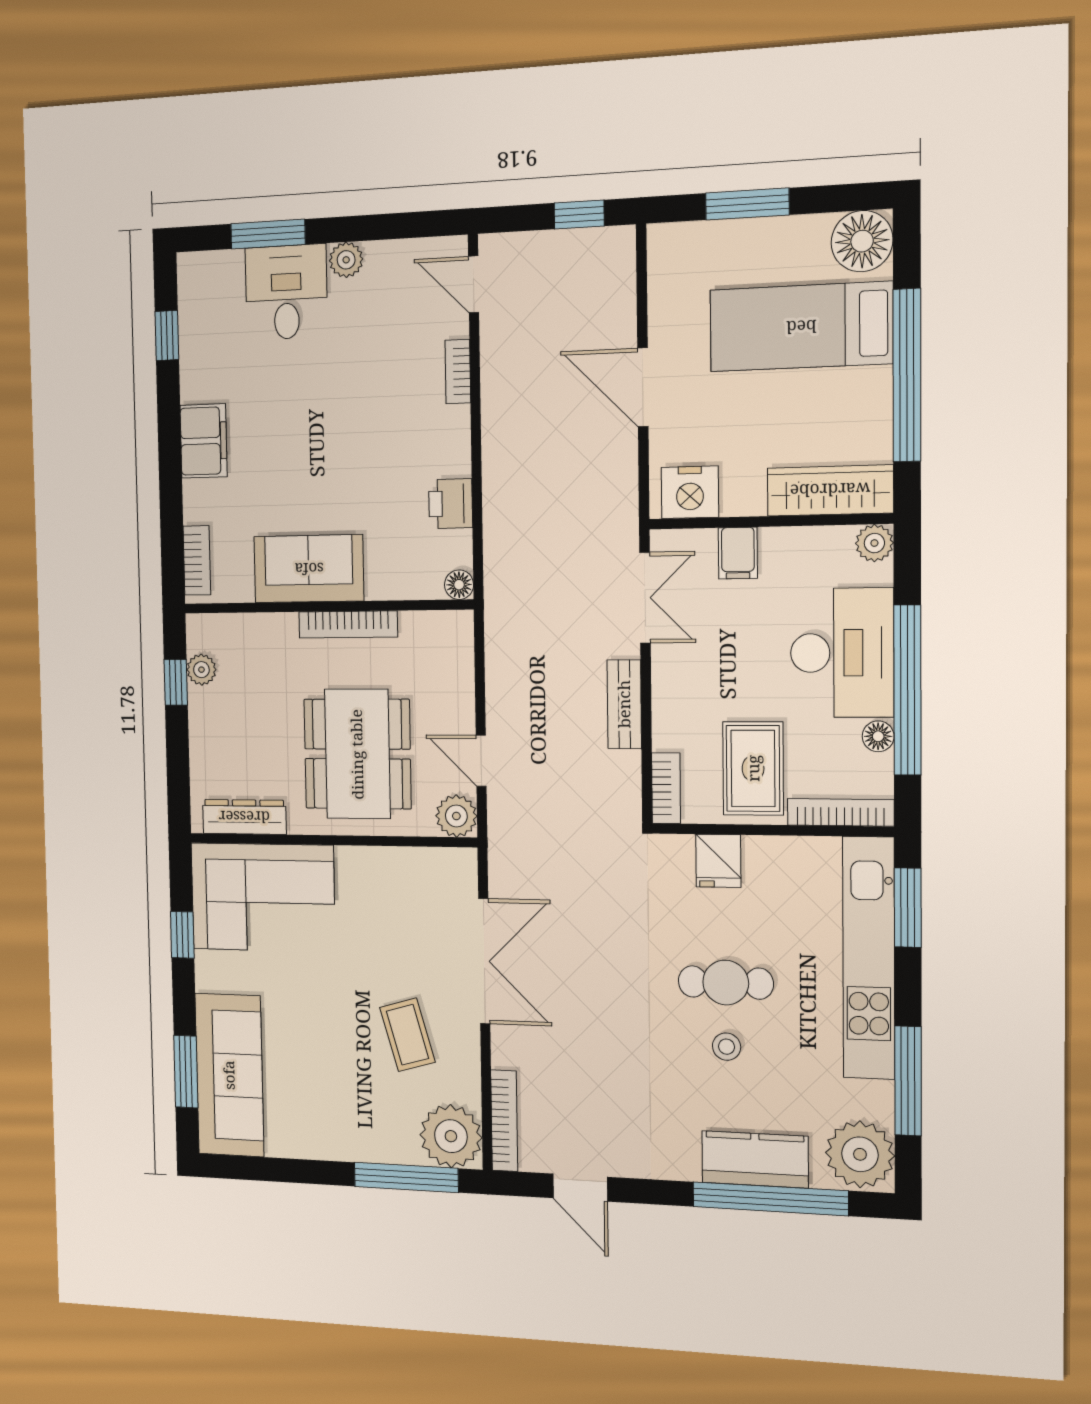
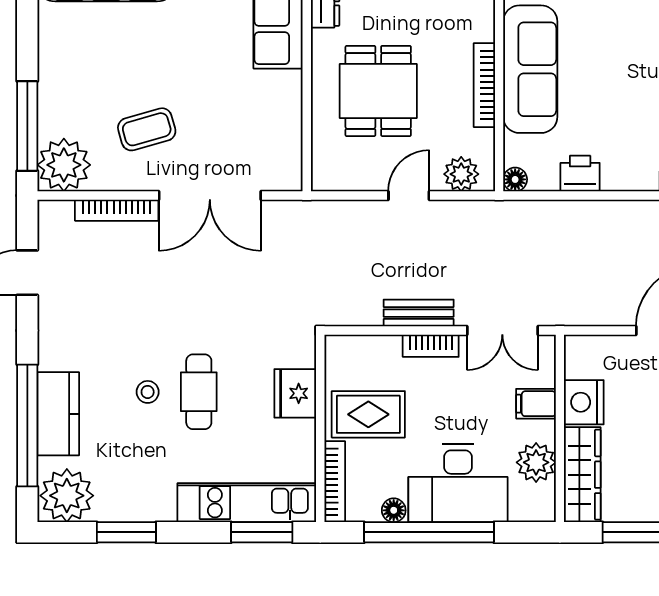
nightstand: (690, 492) -> (584, 402), moved
plant: (874, 543) -> (536, 462), moved, width x1.38, depth x1.38
sofa: (309, 569) -> (530, 69), width x1.36
dining table: (357, 754) -> (378, 91), width x0.73
door: (481, 761) -> (409, 195), moved
bookcase: (666, 788) -> (431, 346), moved
plant: (456, 816) -> (461, 174), moved
fridge: (718, 861) -> (295, 393), width x1.38
kitchen unit: (869, 958) -> (247, 503), width x0.73
window: (908, 1081) -> (126, 532), width x0.69
bookcase: (504, 1121) -> (117, 210), moved

